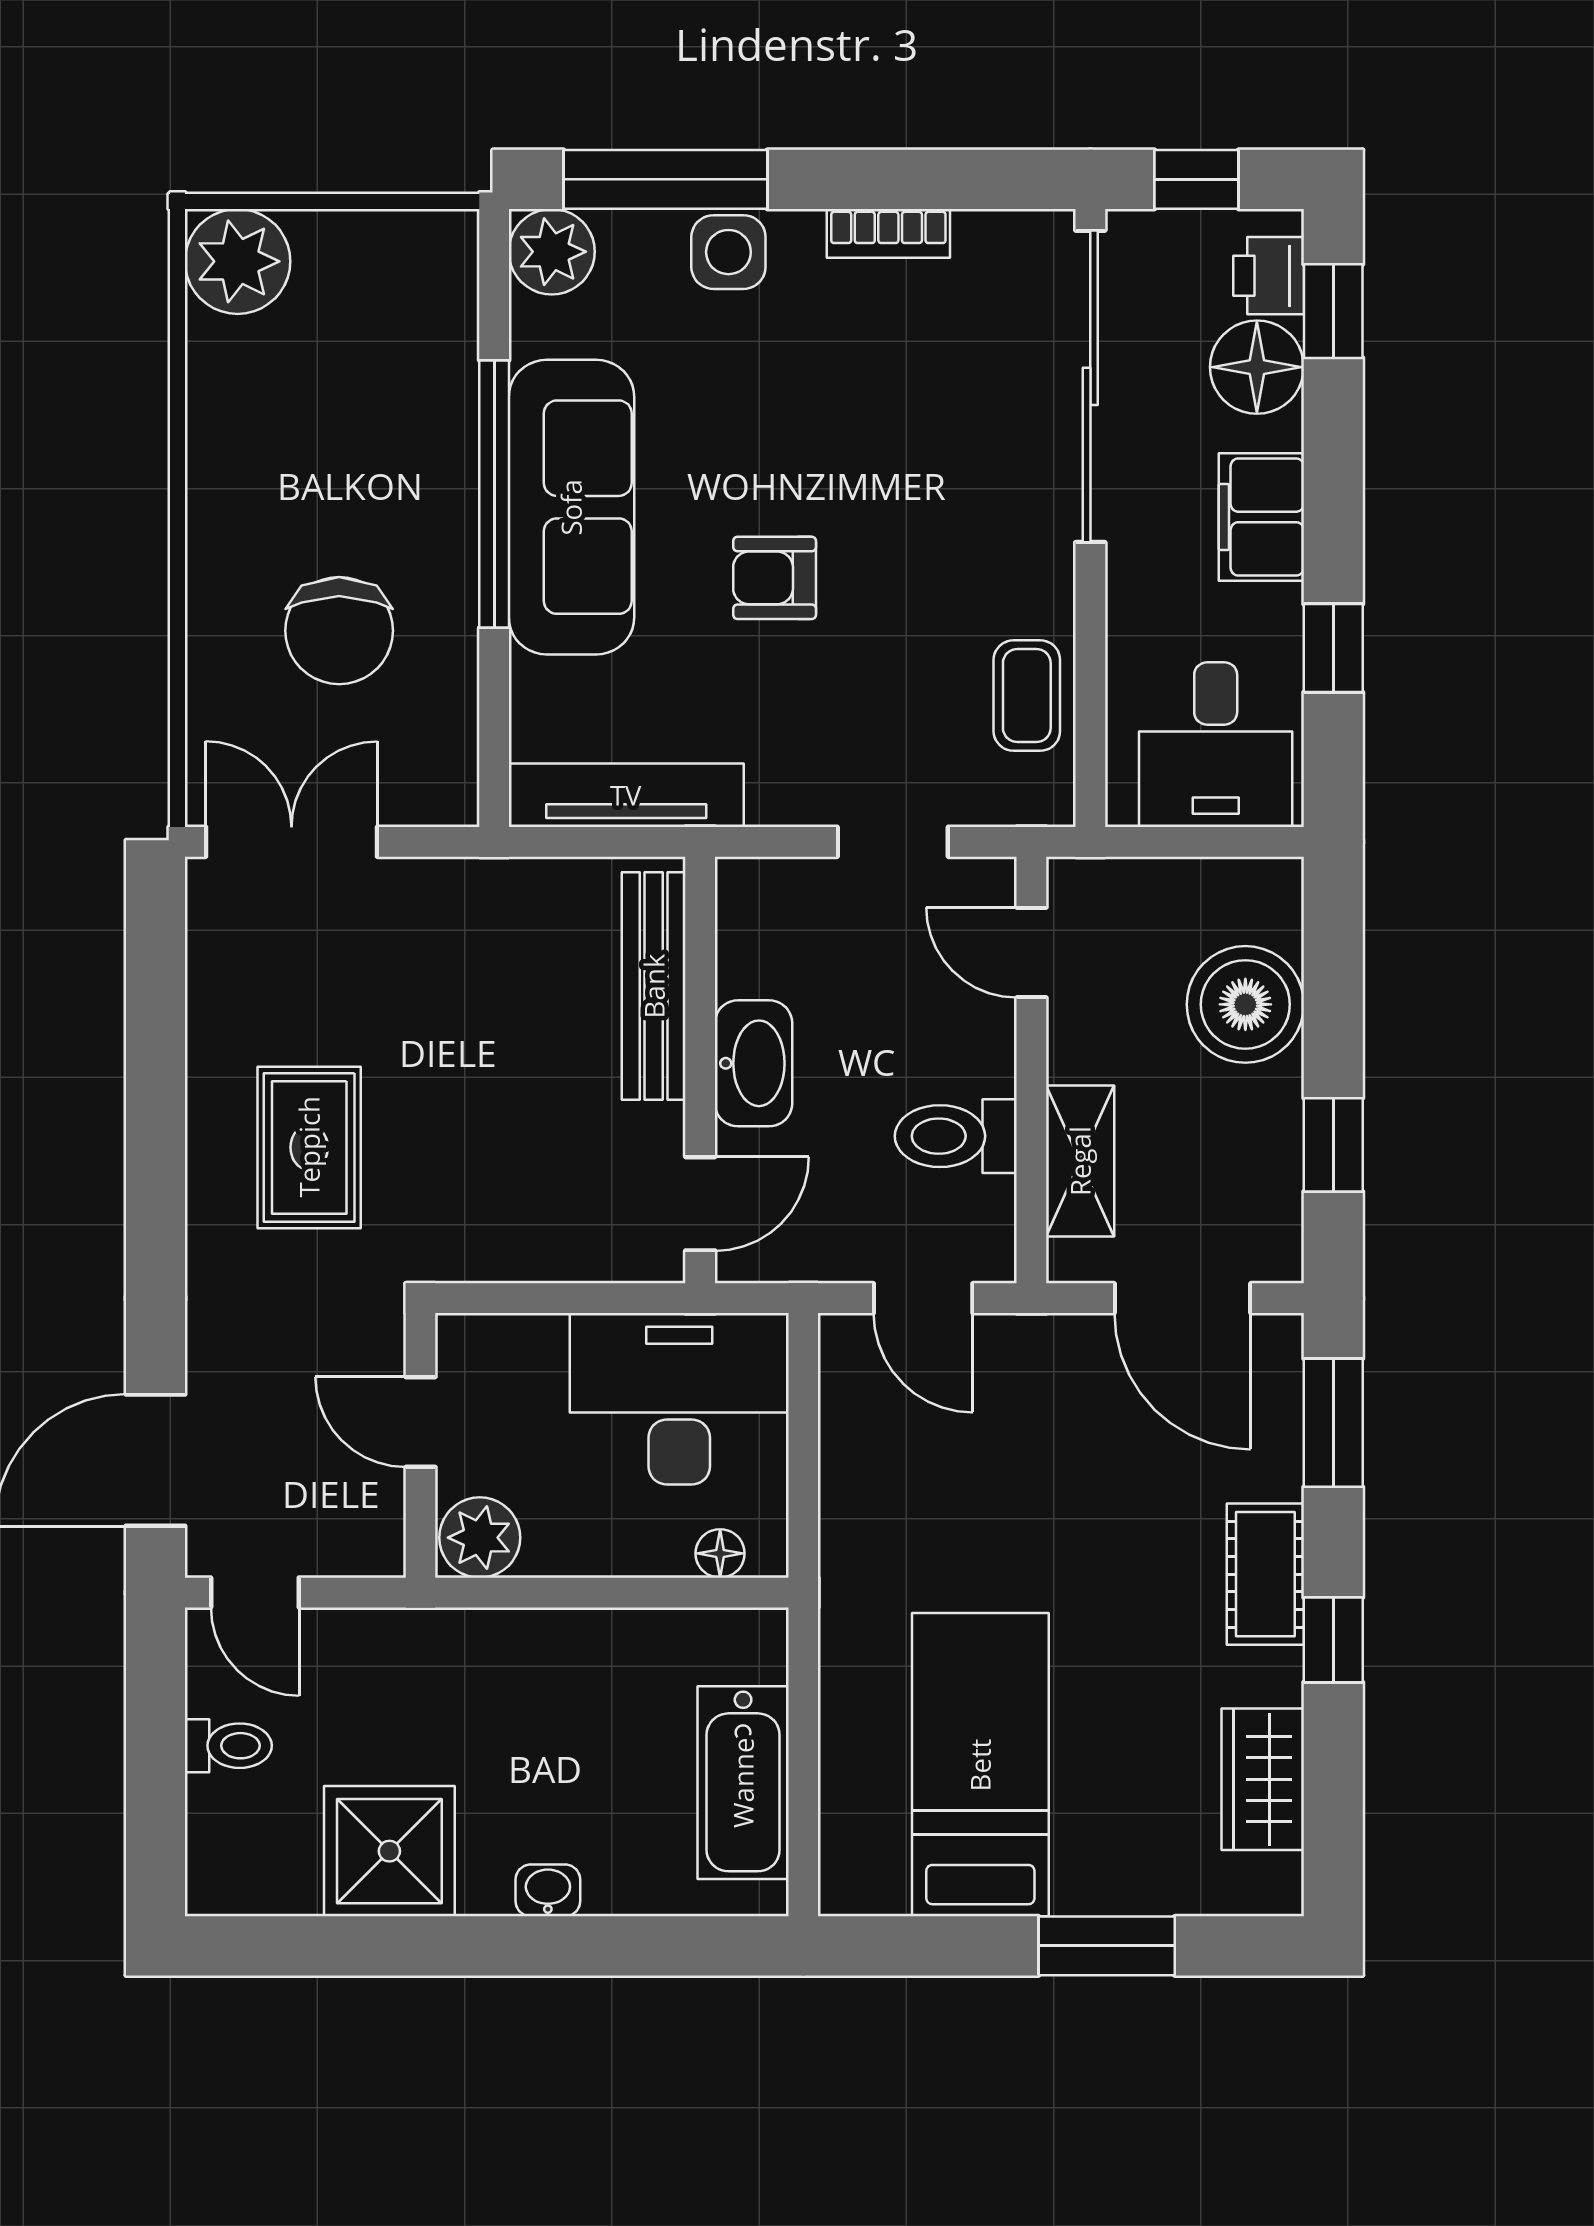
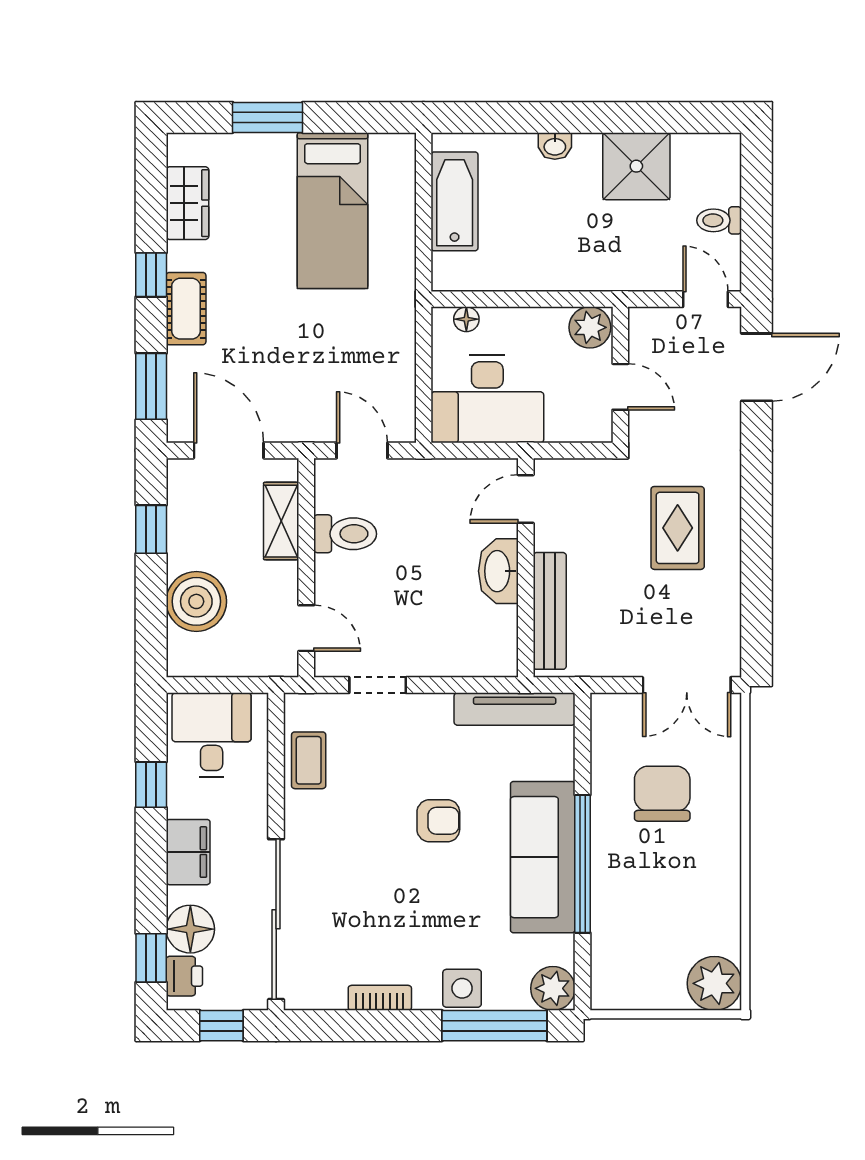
bench: (654, 986) -> (550, 611), moved
washbasin: (754, 1063) -> (498, 571), moved
wall: (700, 1070) -> (526, 568), moved
door: (700, 1204) -> (526, 499), moved

